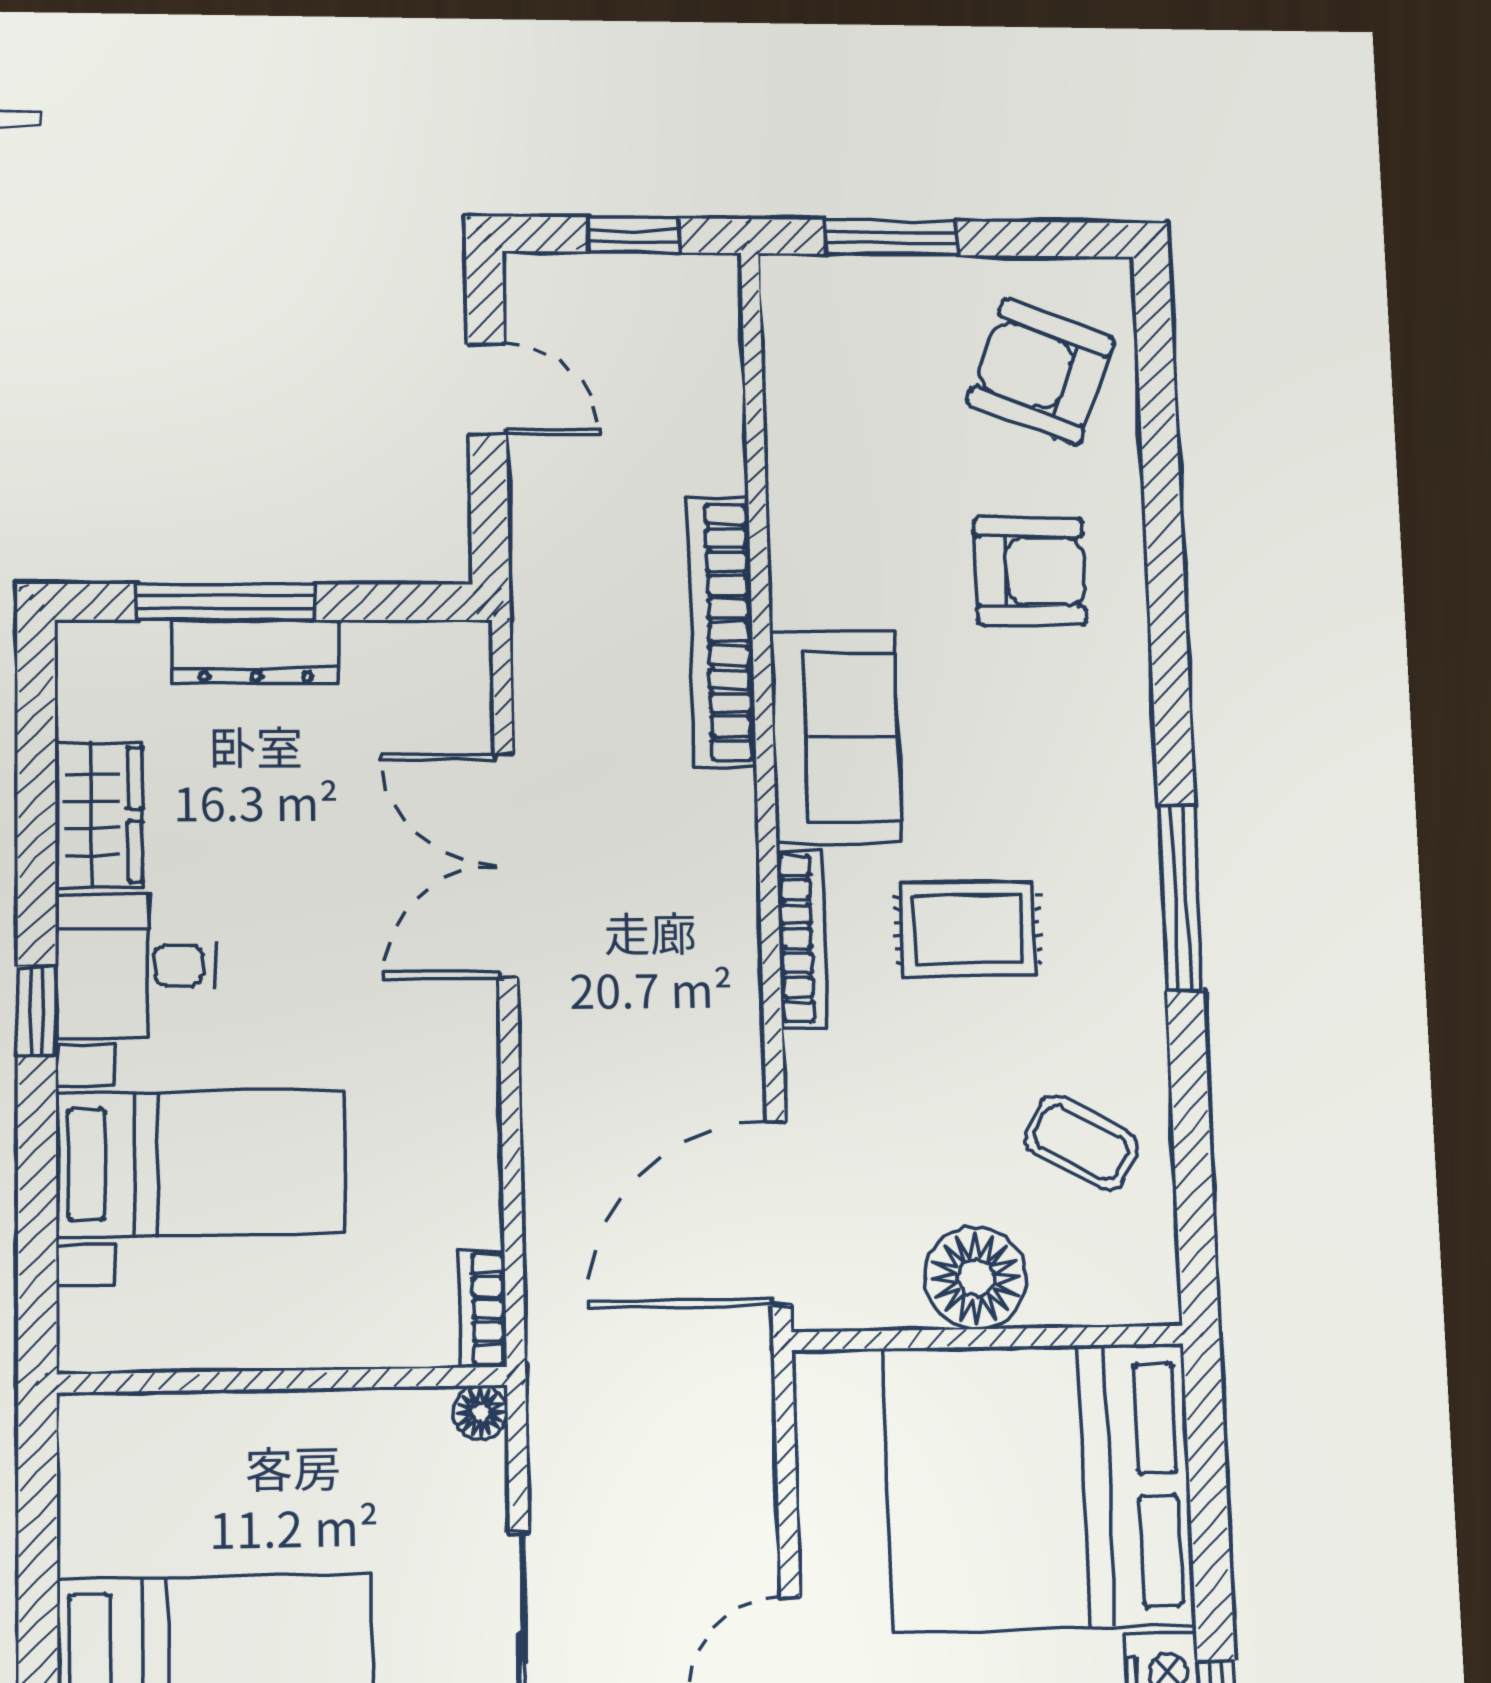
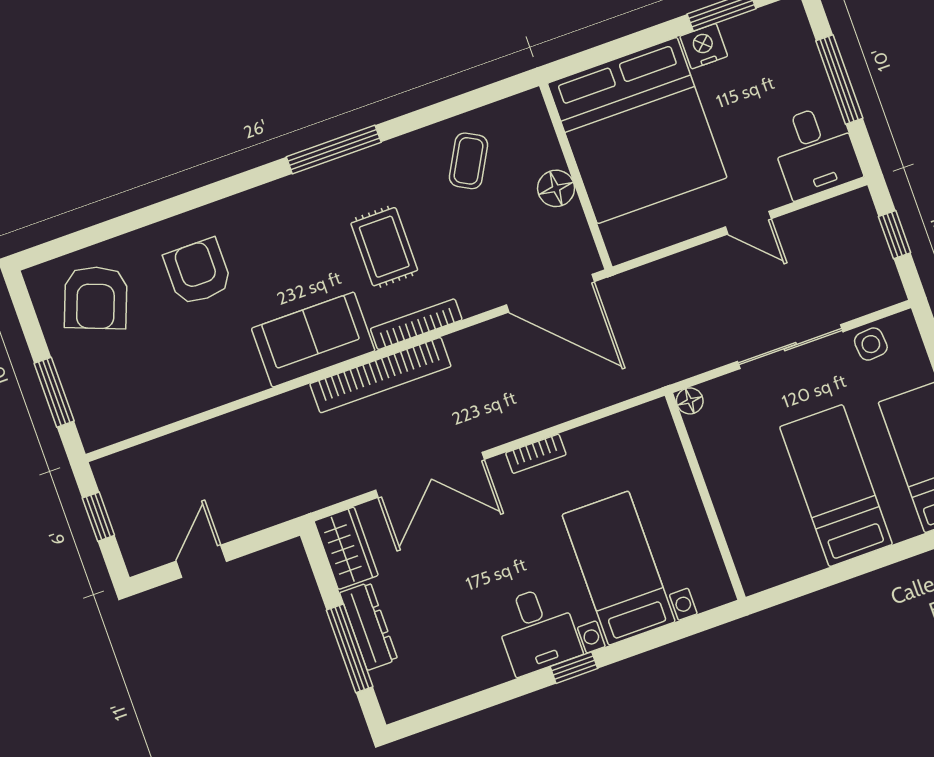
bookcase: (721, 632) -> (380, 375), moved
wardrobe: (99, 815) -> (346, 548), moved, turned 90
floor lamp: (976, 1278) -> (556, 188), width x0.73, depth x0.73
bookcase: (482, 1309) -> (536, 454), moved

